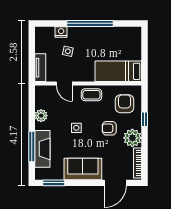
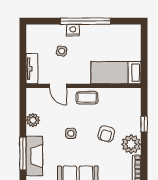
nightstand: (61, 32) -> (73, 30), moved
armchair: (124, 104) -> (123, 107), removed
armchair: (109, 128) -> (106, 134), turned -75

